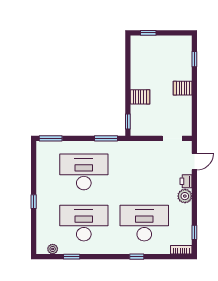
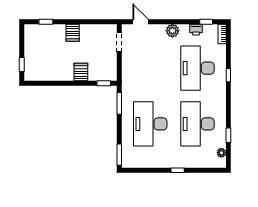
printer: (186, 181) -> (196, 30), moved

